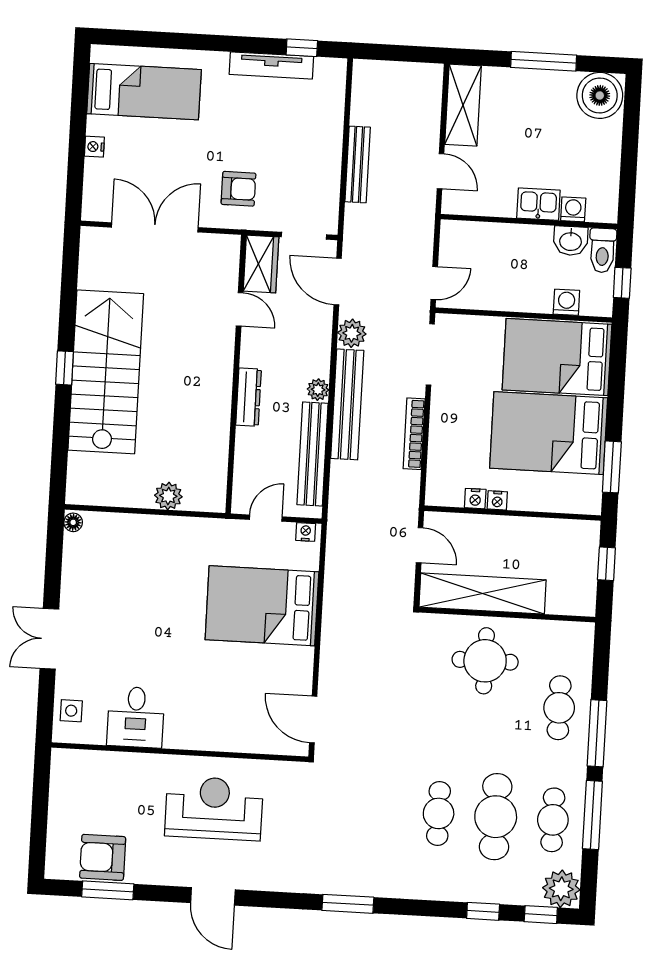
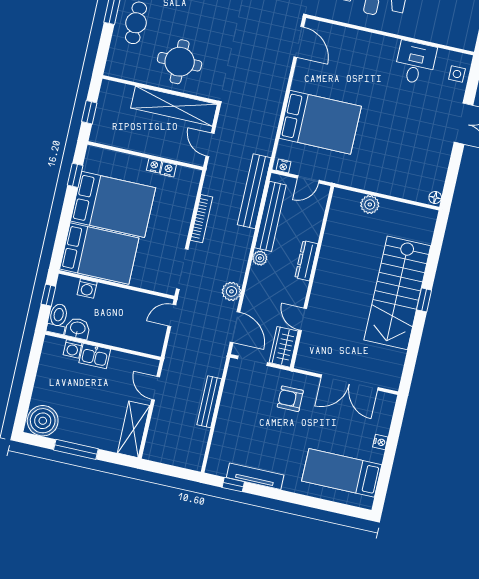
bench: (347, 404) -> (254, 191), moved
window: (612, 467) -> (75, 175), width x0.67

